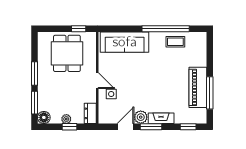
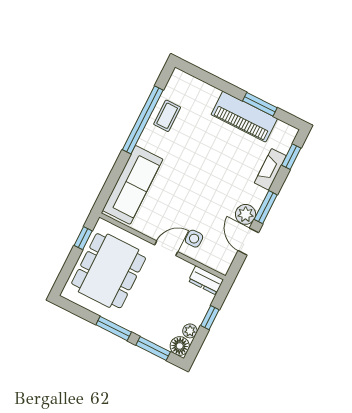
dining table: (67, 53) -> (109, 271), width x1.38
window: (210, 93) -> (260, 104), width x0.69
fireplace: (161, 118) -> (270, 169), moved
plant: (66, 119) -> (190, 331), moved

